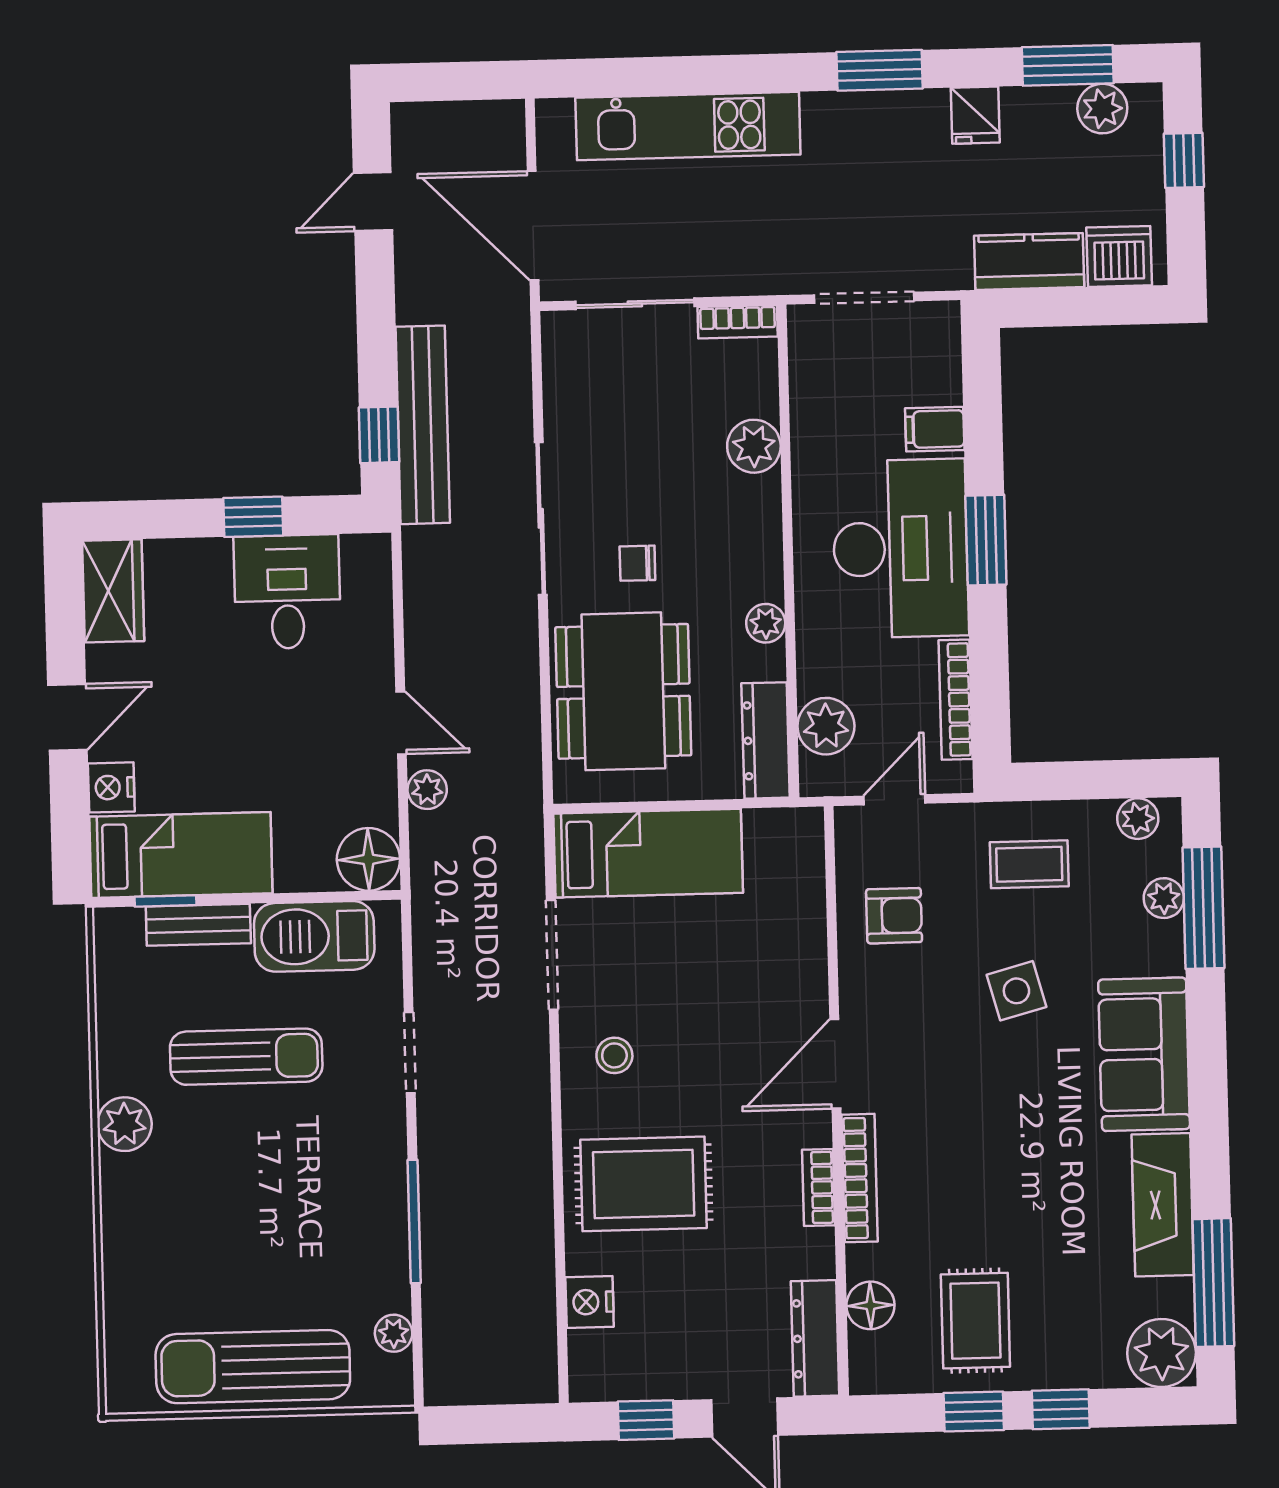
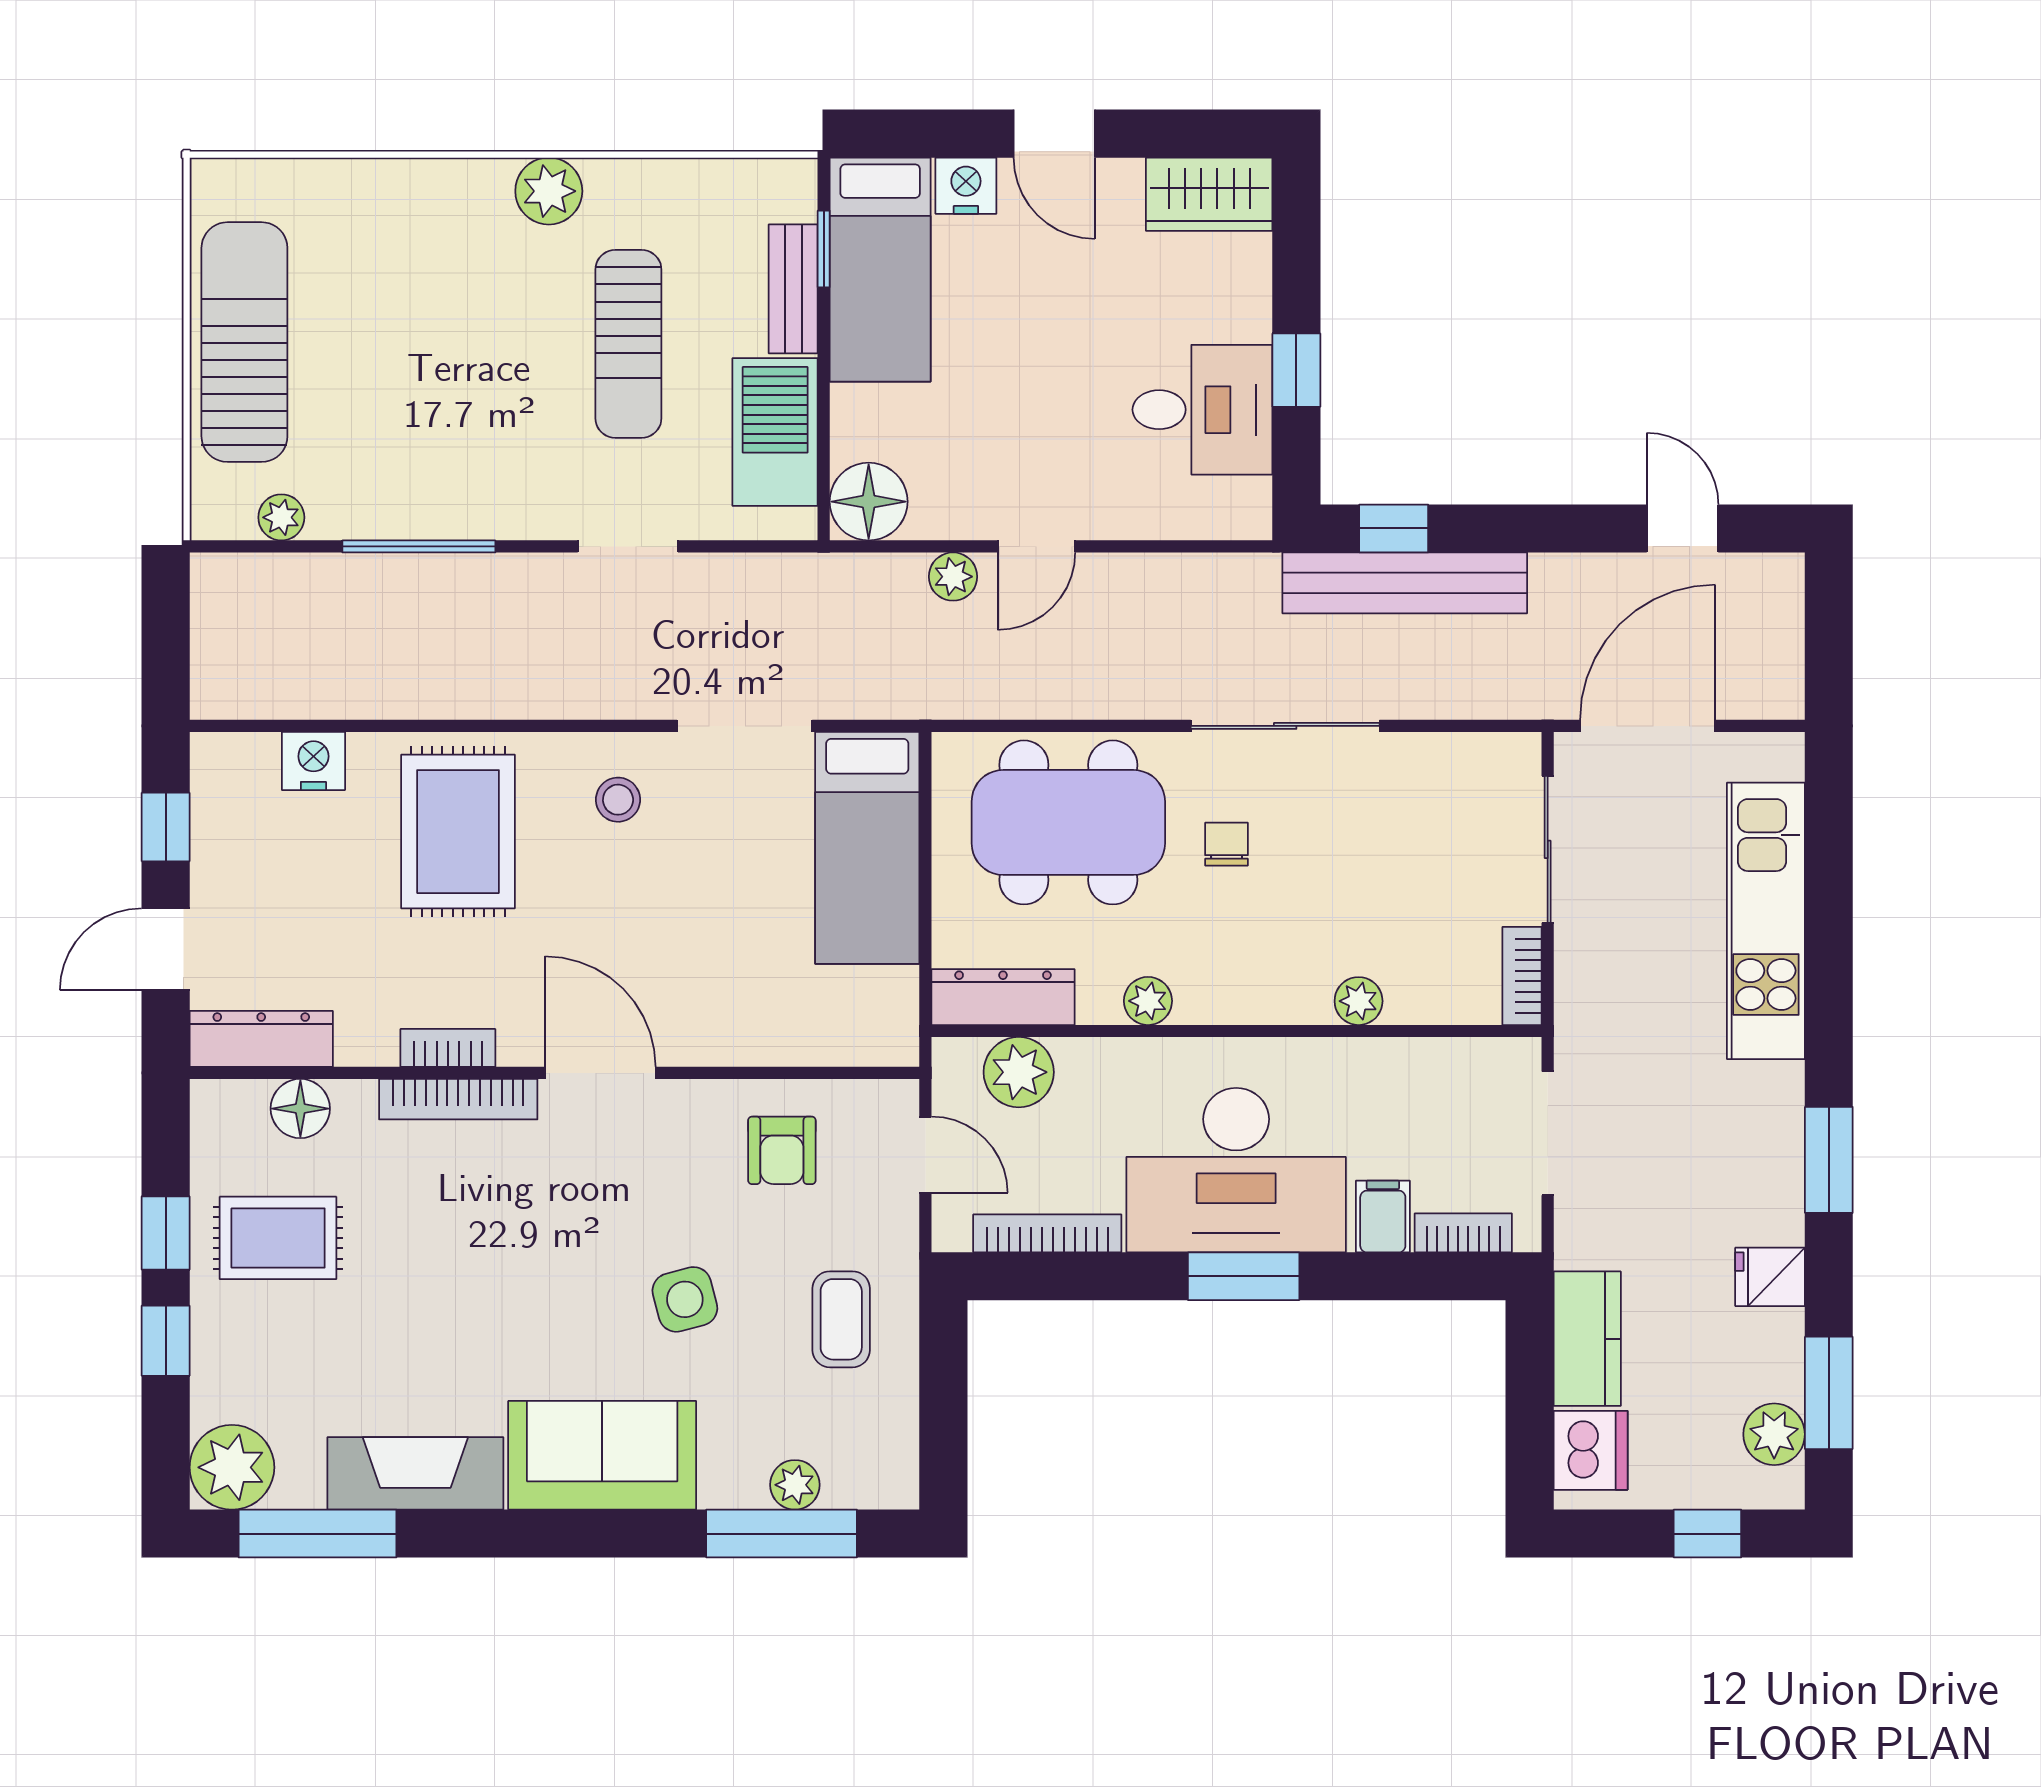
bookcase: (946, 364) -> (1463, 1233), added
plant: (754, 446) -> (1359, 1001), width x0.73, depth x0.73
plant: (1138, 819) -> (894, 1455), removed

